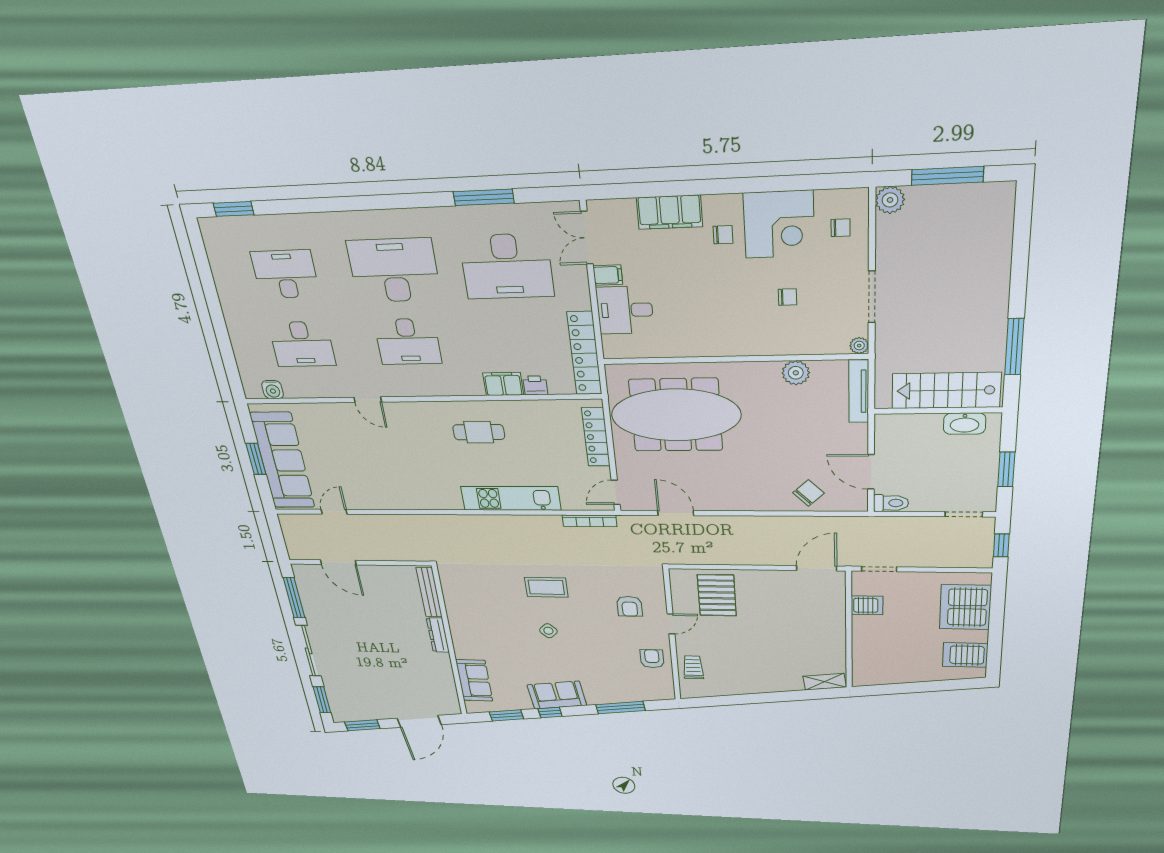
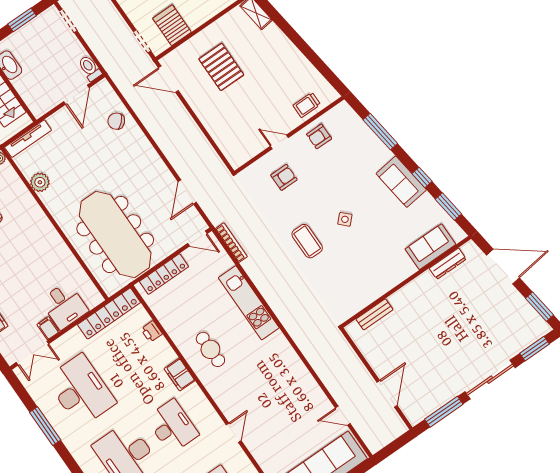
filing cabinet: (503, 384) -> (179, 375), moved
bench: (429, 592) -> (374, 314), width x0.73
pallet: (717, 595) -> (221, 67), moved, turned 90
server rack: (867, 605) -> (172, 25), width x1.36, depth x1.44
dresser: (438, 635) -> (448, 264), moved

